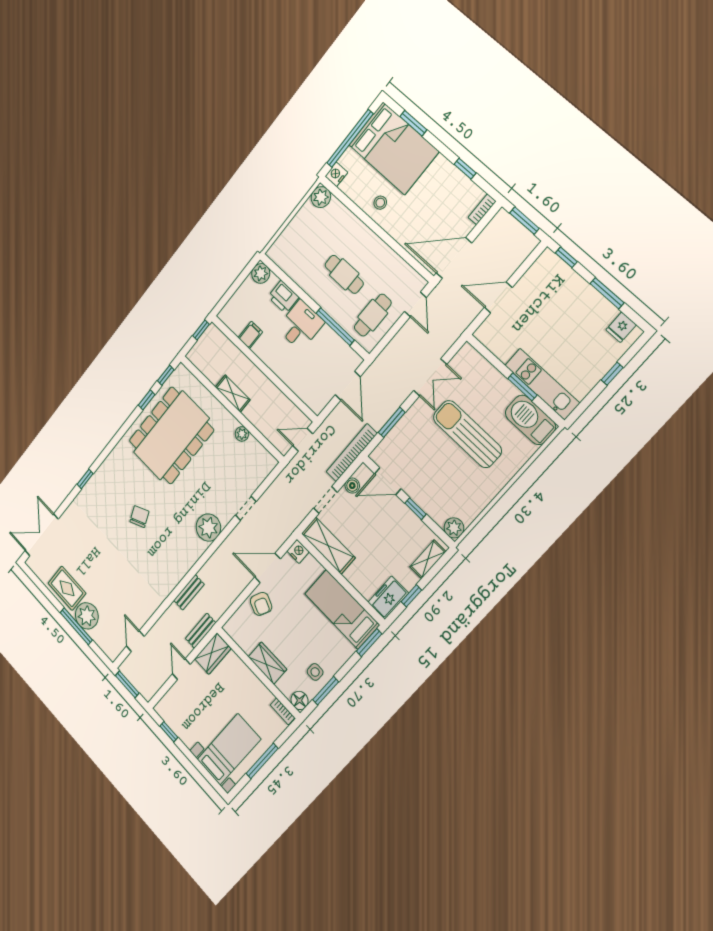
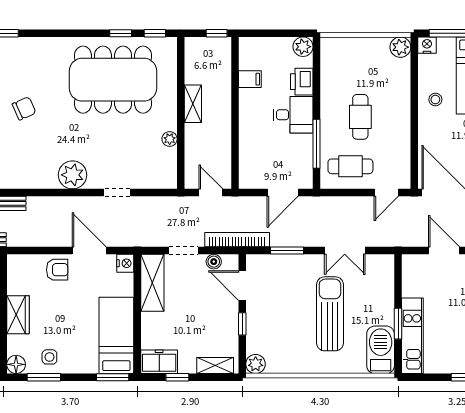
armchair: (261, 604) -> (57, 270), turned -114

